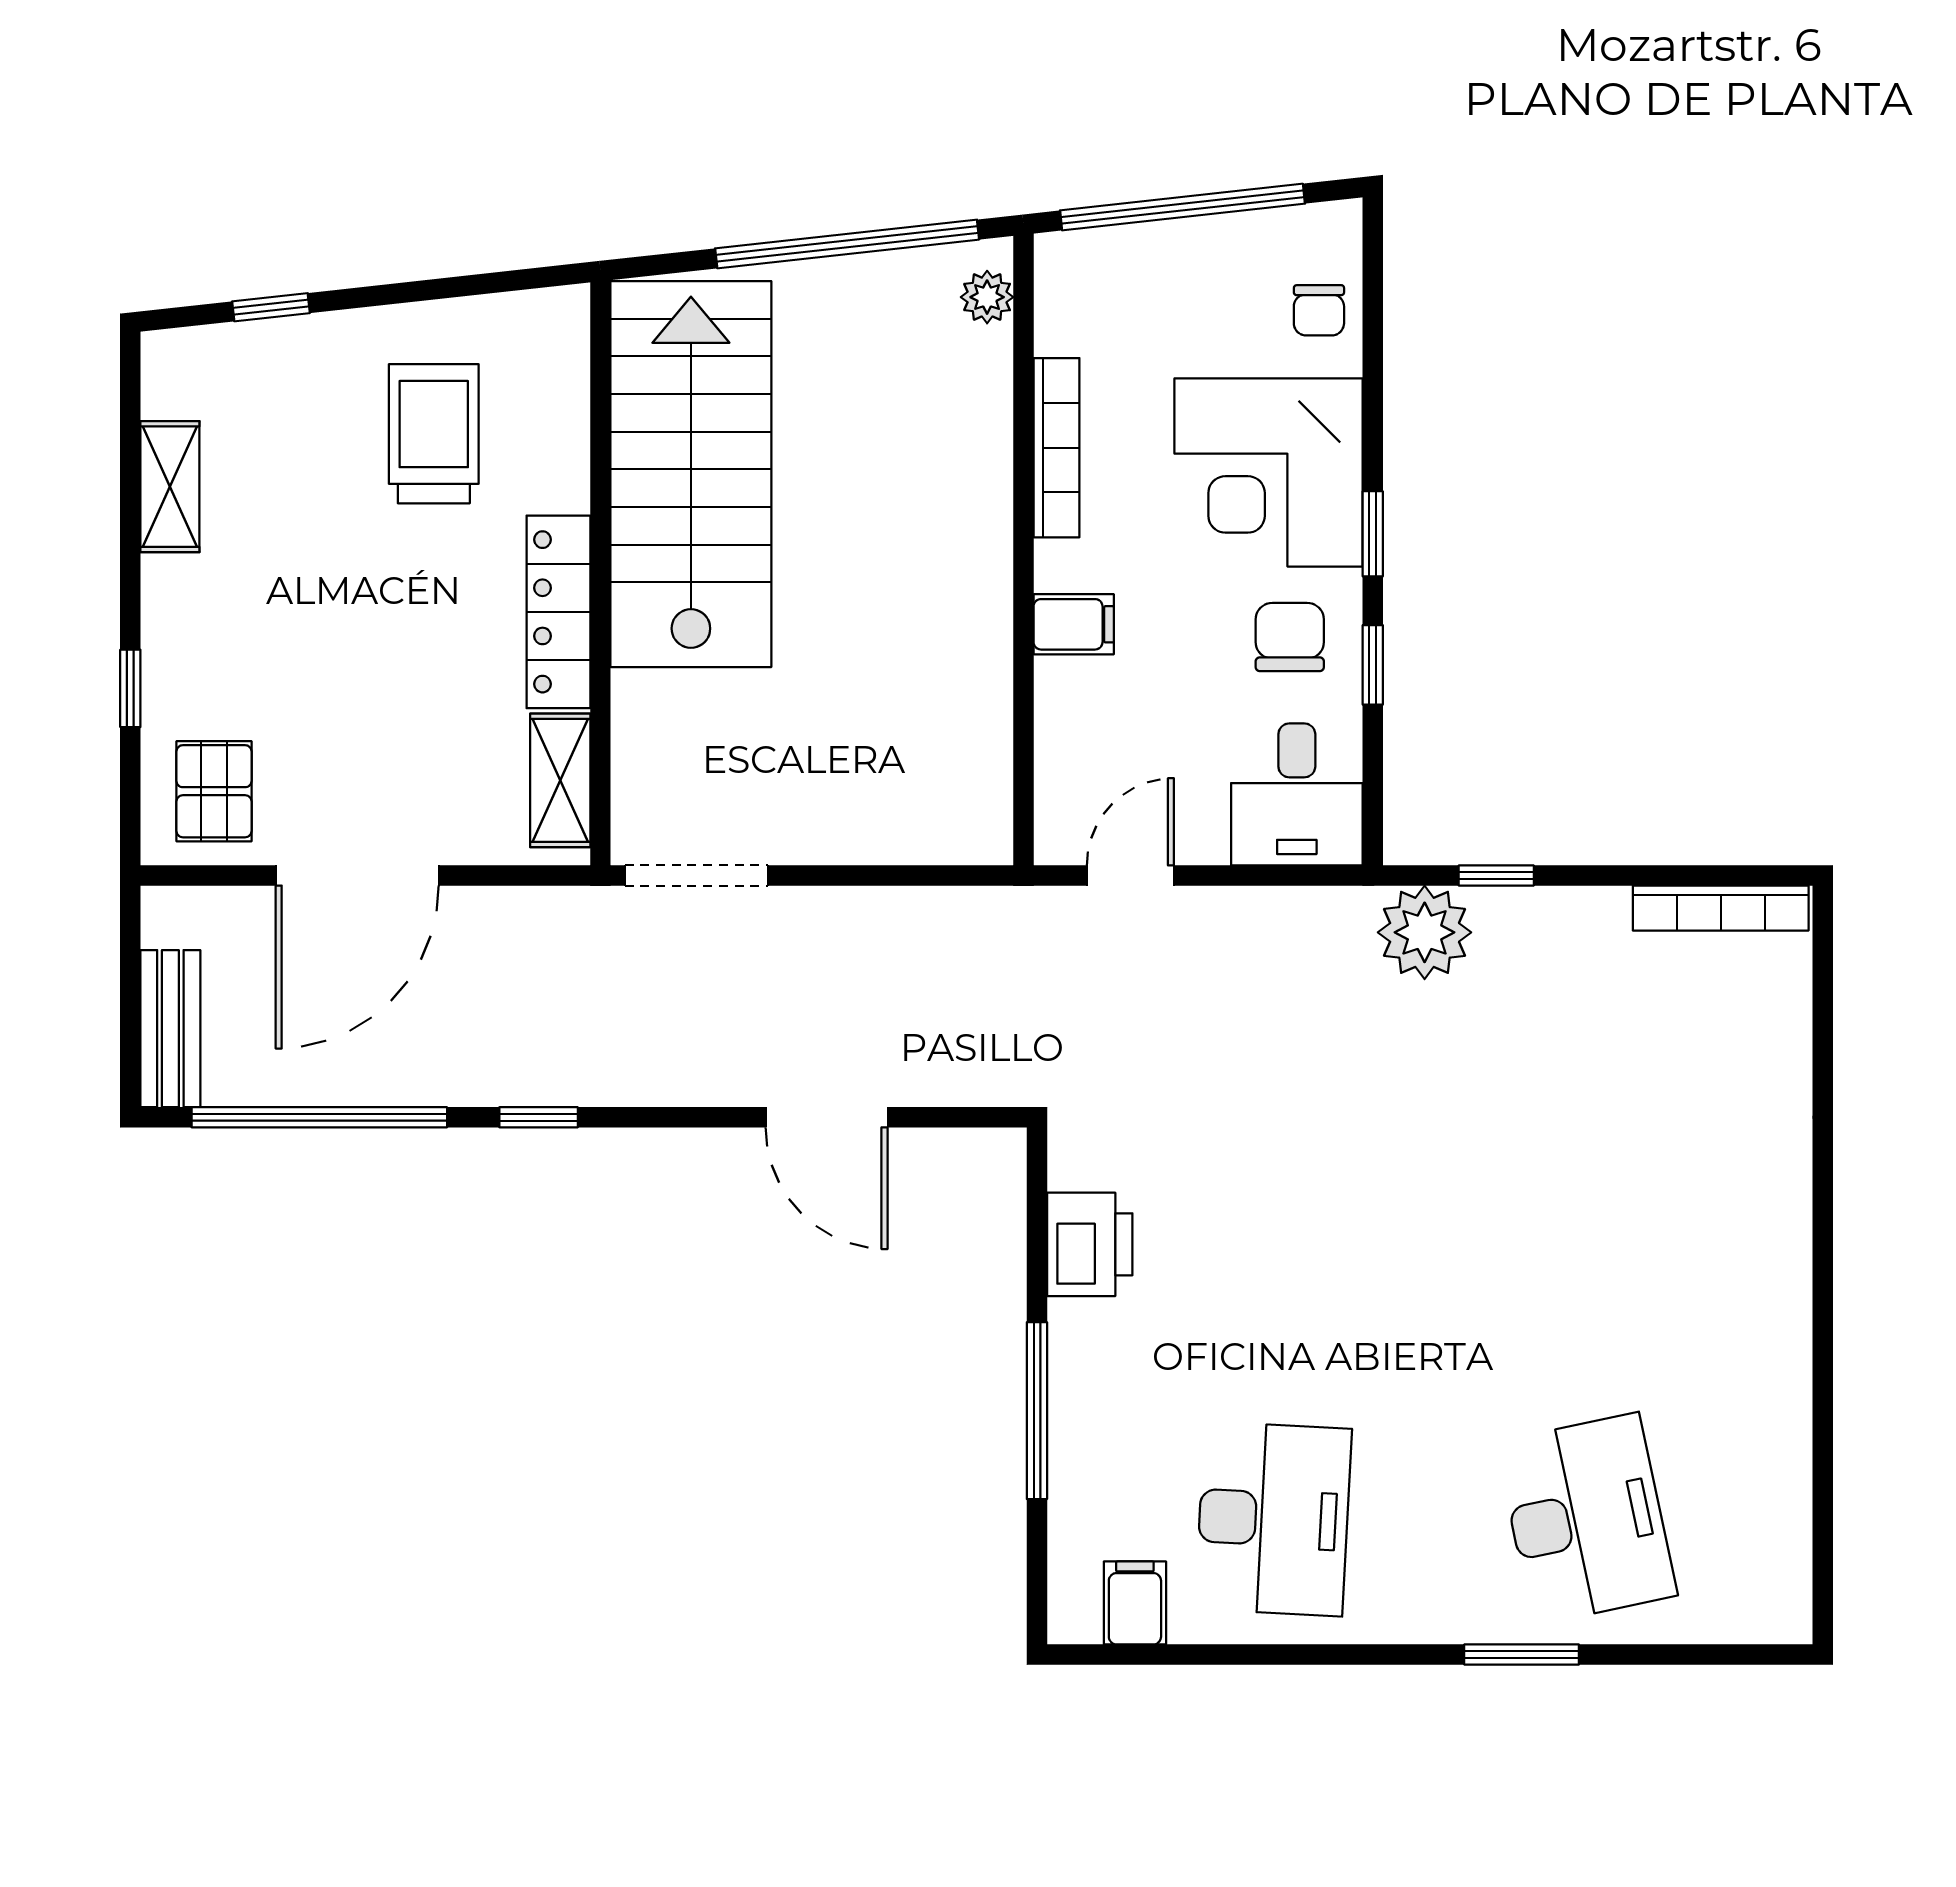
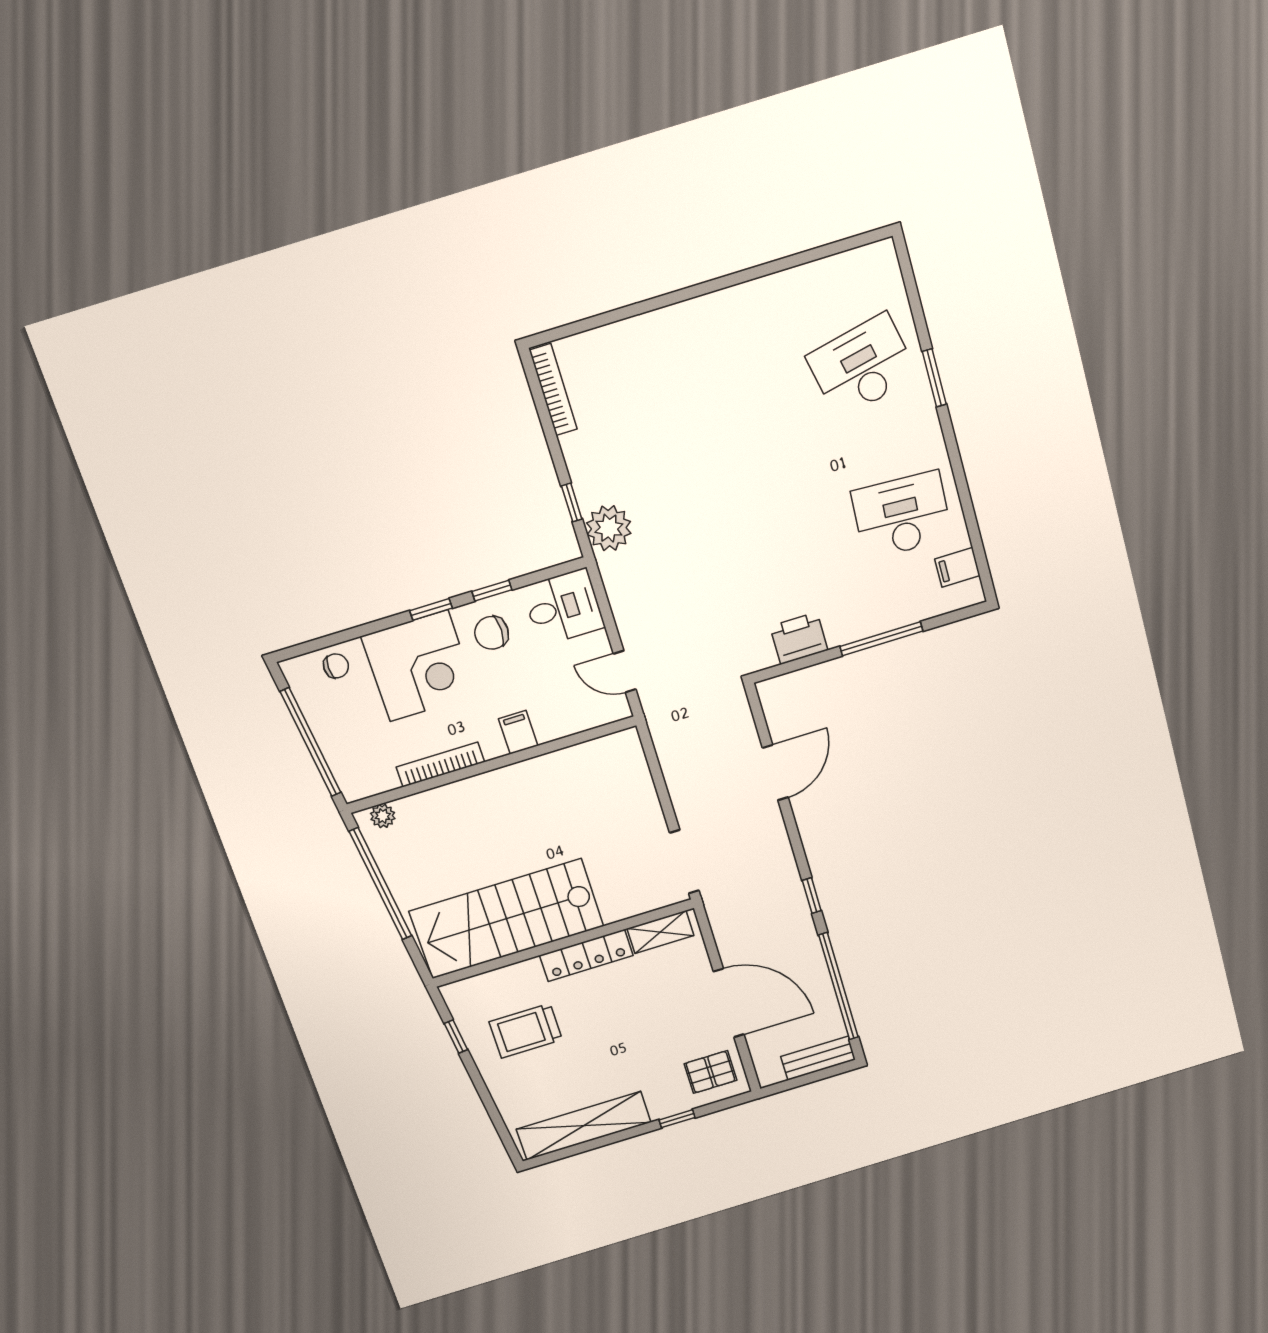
window: (271, 307) -> (456, 1036), moved
shelving: (170, 487) -> (584, 1126), width x2.20, depth x1.33

